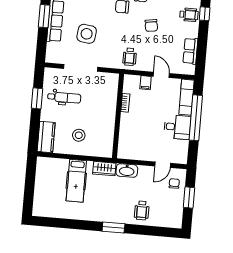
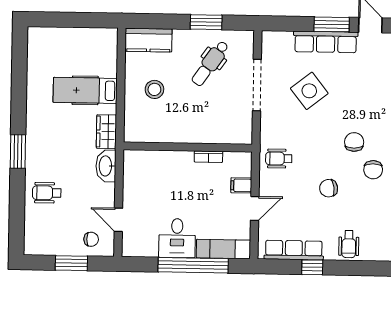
window: (205, 14) -> (312, 267), moved
side table: (87, 34) -> (309, 91), turned 45
row of seats: (190, 51) -> (294, 250), width x1.48
dental chair: (64, 98) -> (210, 63), turned 35

